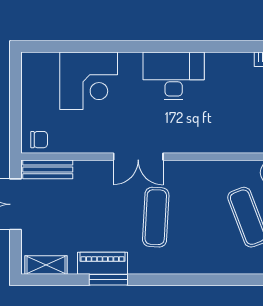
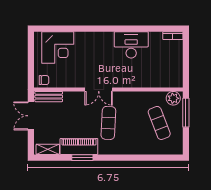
desk: (174, 76) -> (131, 45), moved
corner desk: (89, 81) -> (58, 48), moved
piano: (102, 263) -> (79, 146), width x1.37, depth x1.33

